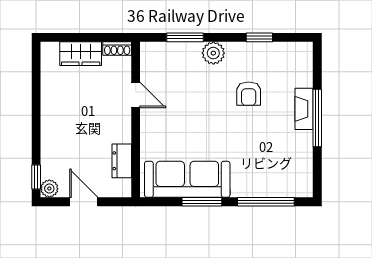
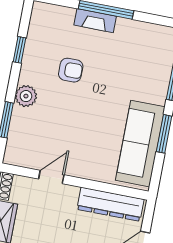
dresser: (122, 161) -> (110, 204), width x1.96, depth x1.24

